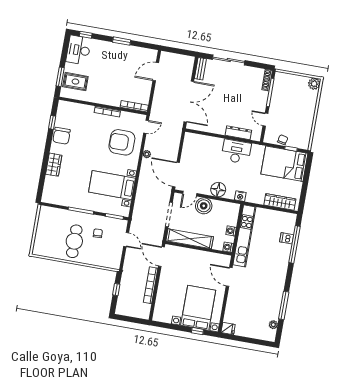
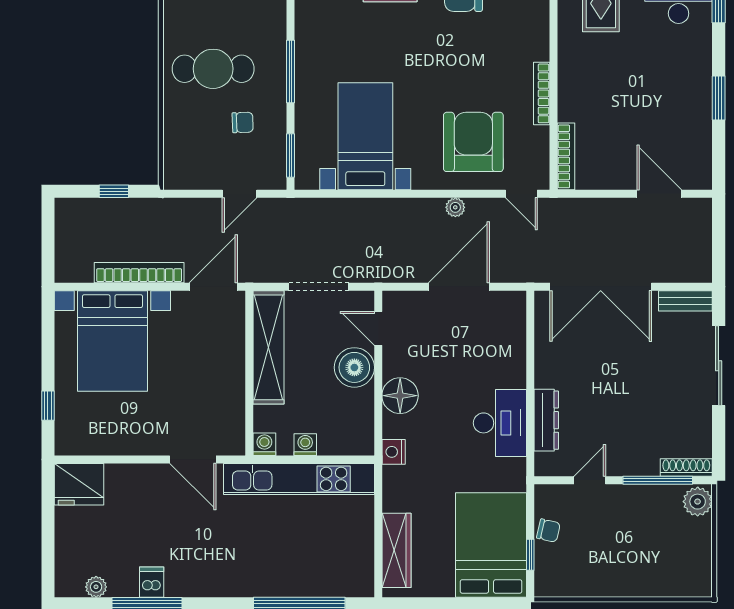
plant: (314, 84) -> (698, 502), moved
door: (176, 175) -> (459, 287), moved
dishwasher: (287, 238) -> (152, 582), moved
door: (229, 277) -> (193, 459), swing flipped
bed with nightstands: (198, 308) -> (112, 341), moved, turned 90
fridge: (228, 328) -> (79, 484), width x1.88, depth x1.34

